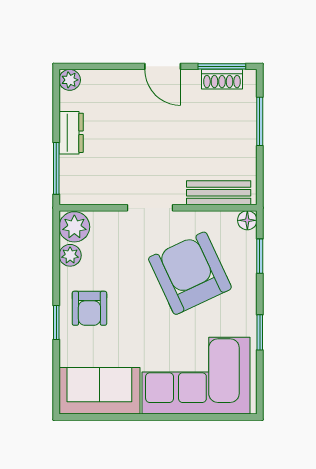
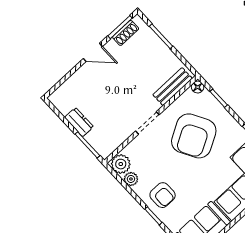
plant: (70, 80) -> (56, 98), removed
armchair: (190, 273) -> (194, 136), turned -94

